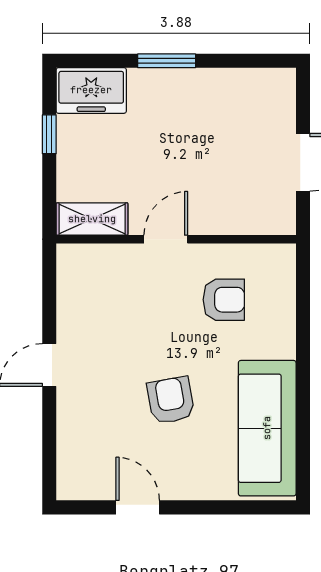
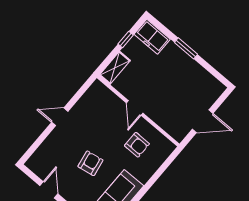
shelving: (92, 219) -> (115, 68), moved, turned 90
door: (166, 239) -> (135, 108), swing flipped

